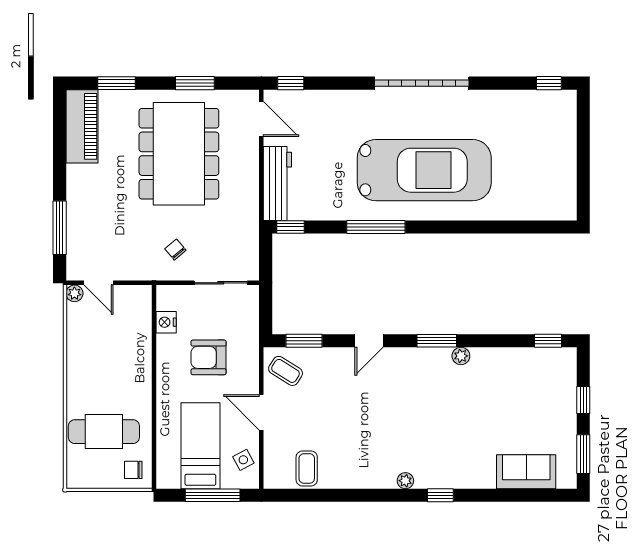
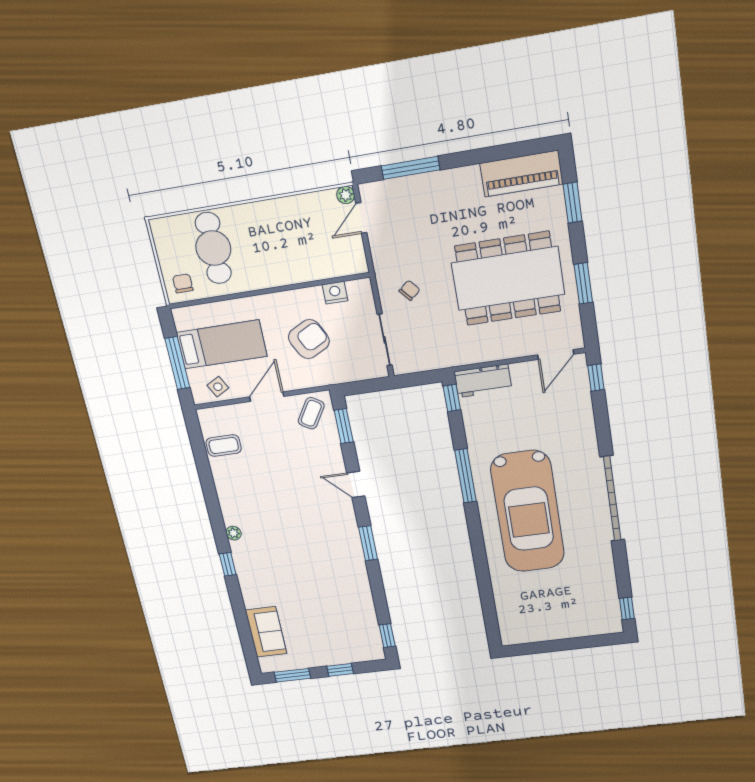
workbench: (277, 183) -> (483, 381), width x0.73
plant: (461, 356) -> (358, 566), removed
armchair: (209, 357) -> (309, 339), turned 63

